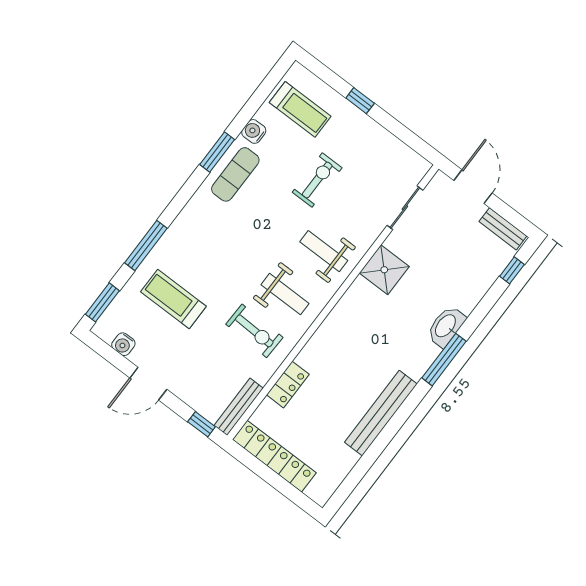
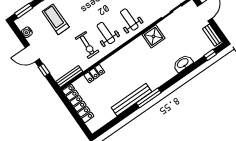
weight bench: (285, 294) -> (106, 33), turned 180
washbasin: (446, 326) -> (183, 63), moved
window: (444, 360) -> (149, 98), moved
window: (202, 424) -> (44, 70), moved

